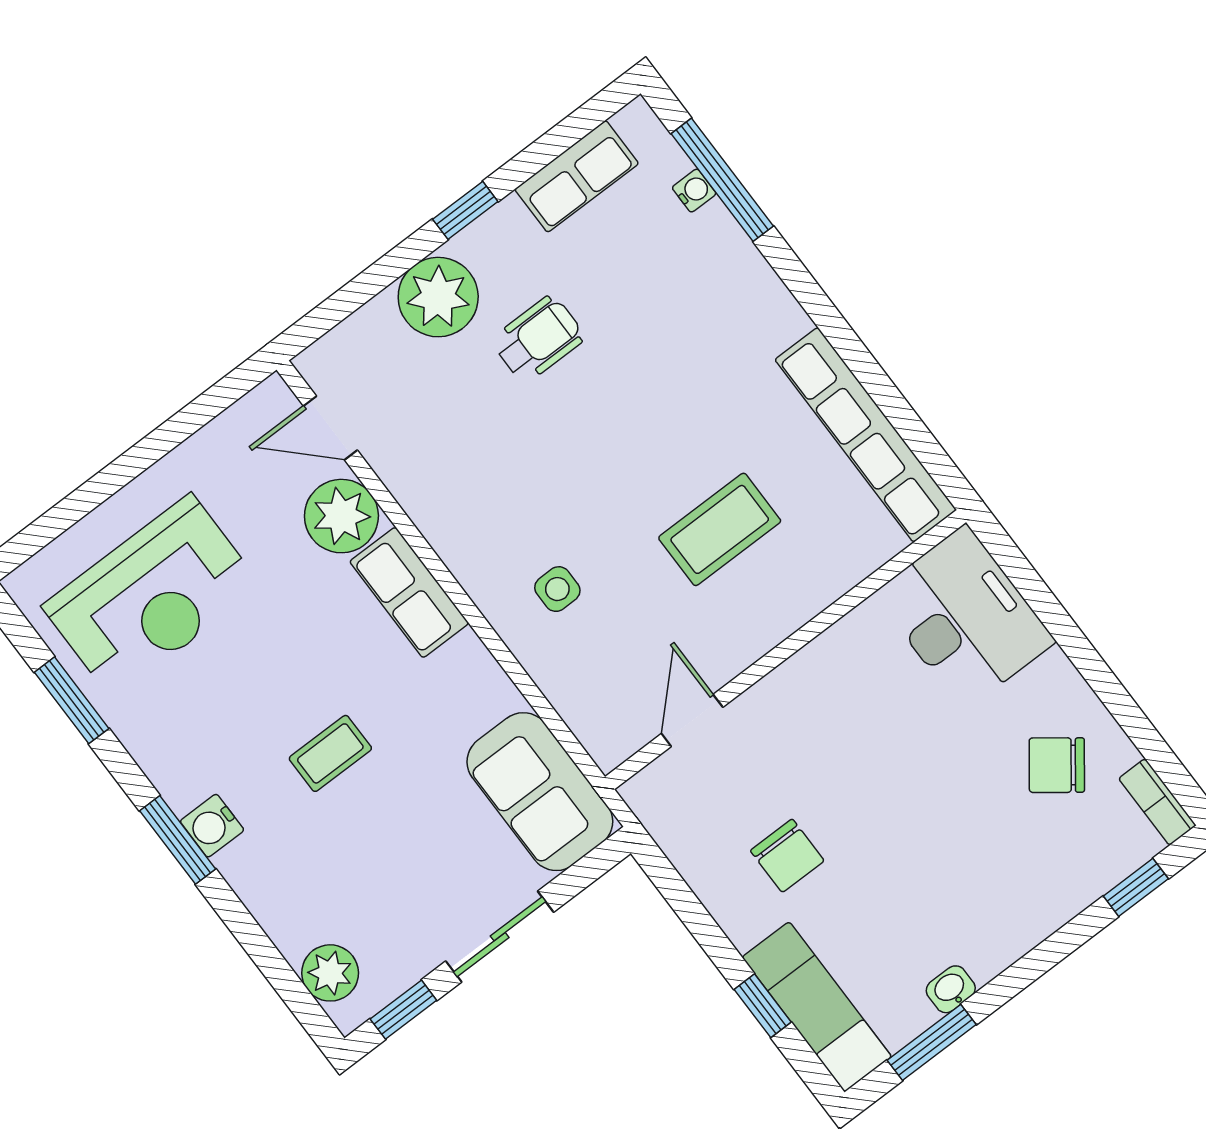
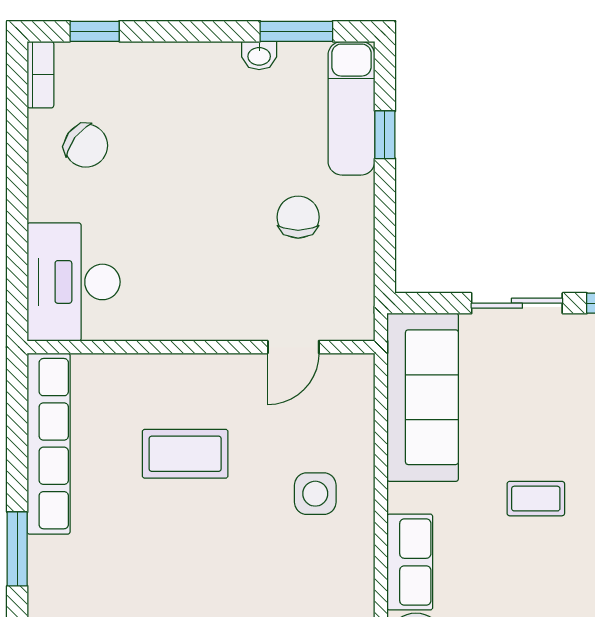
window: (817, 304) -> (17, 549), added
side table: (557, 589) -> (315, 494), width x1.37, depth x1.37
sofa: (540, 792) -> (423, 397), width x1.36

